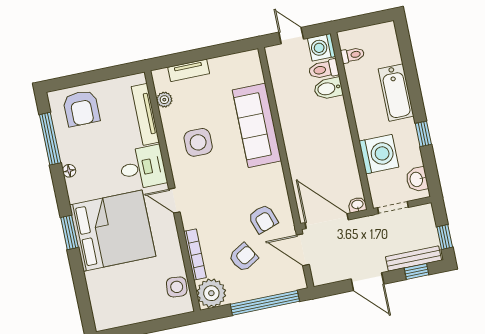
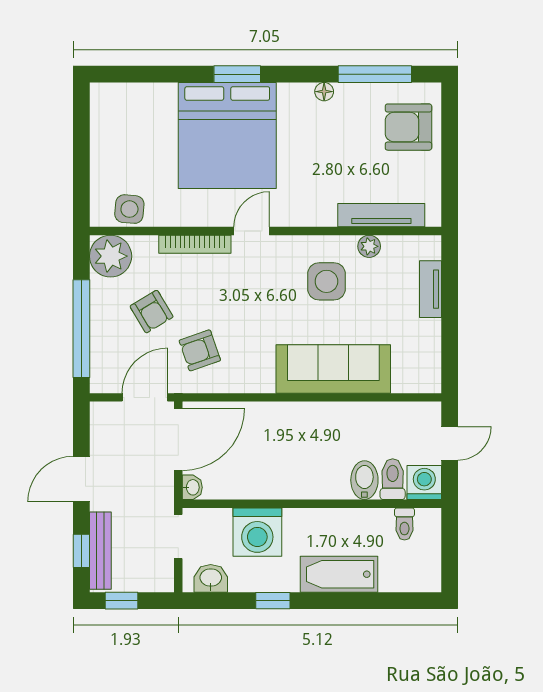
plant: (164, 100) -> (369, 246), moved
desk: (143, 168) -> (307, 196), removed
bookcase: (195, 254) -> (195, 244), moved

